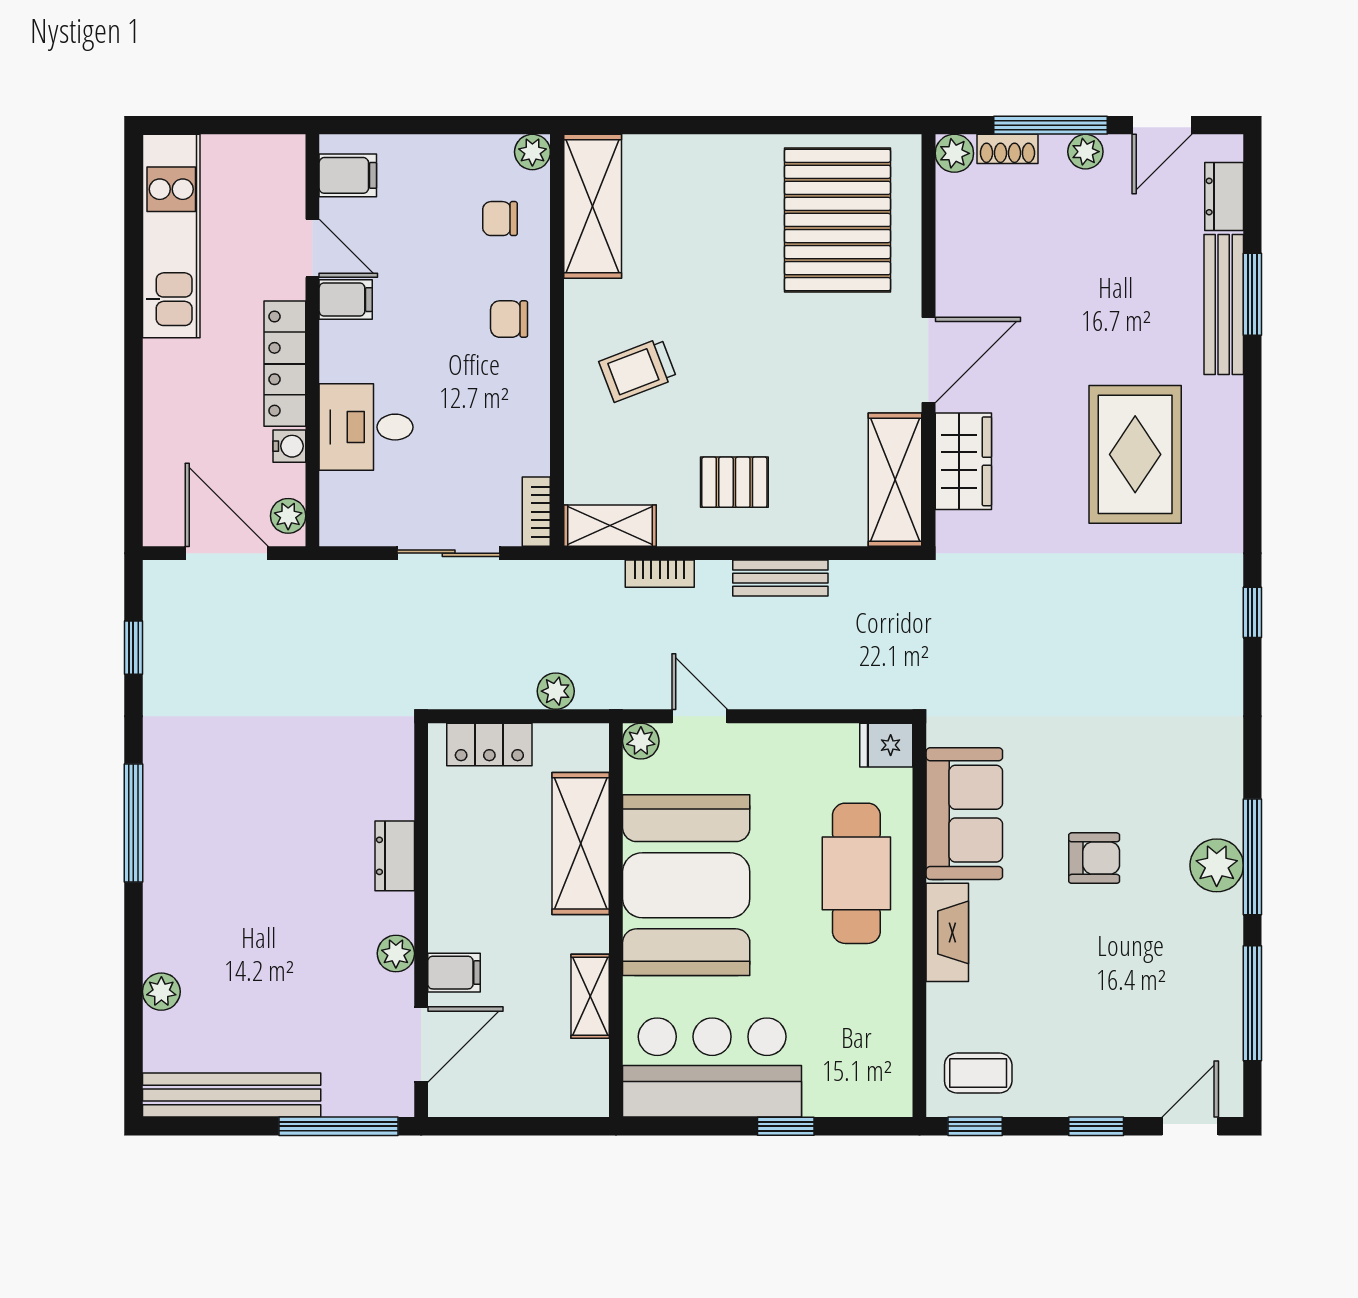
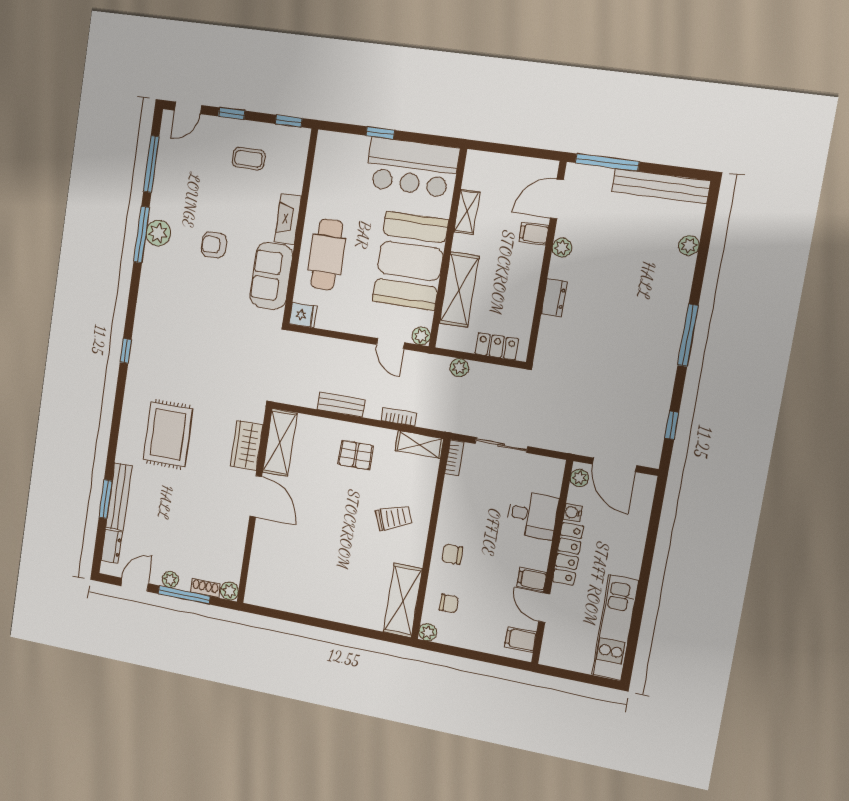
pallet: (837, 220) -> (288, 571), removed
chair: (509, 319) -> (452, 554), turned 180
door: (928, 360) -> (256, 496), swing flipped
coffee table: (978, 1073) -> (249, 159), moved

